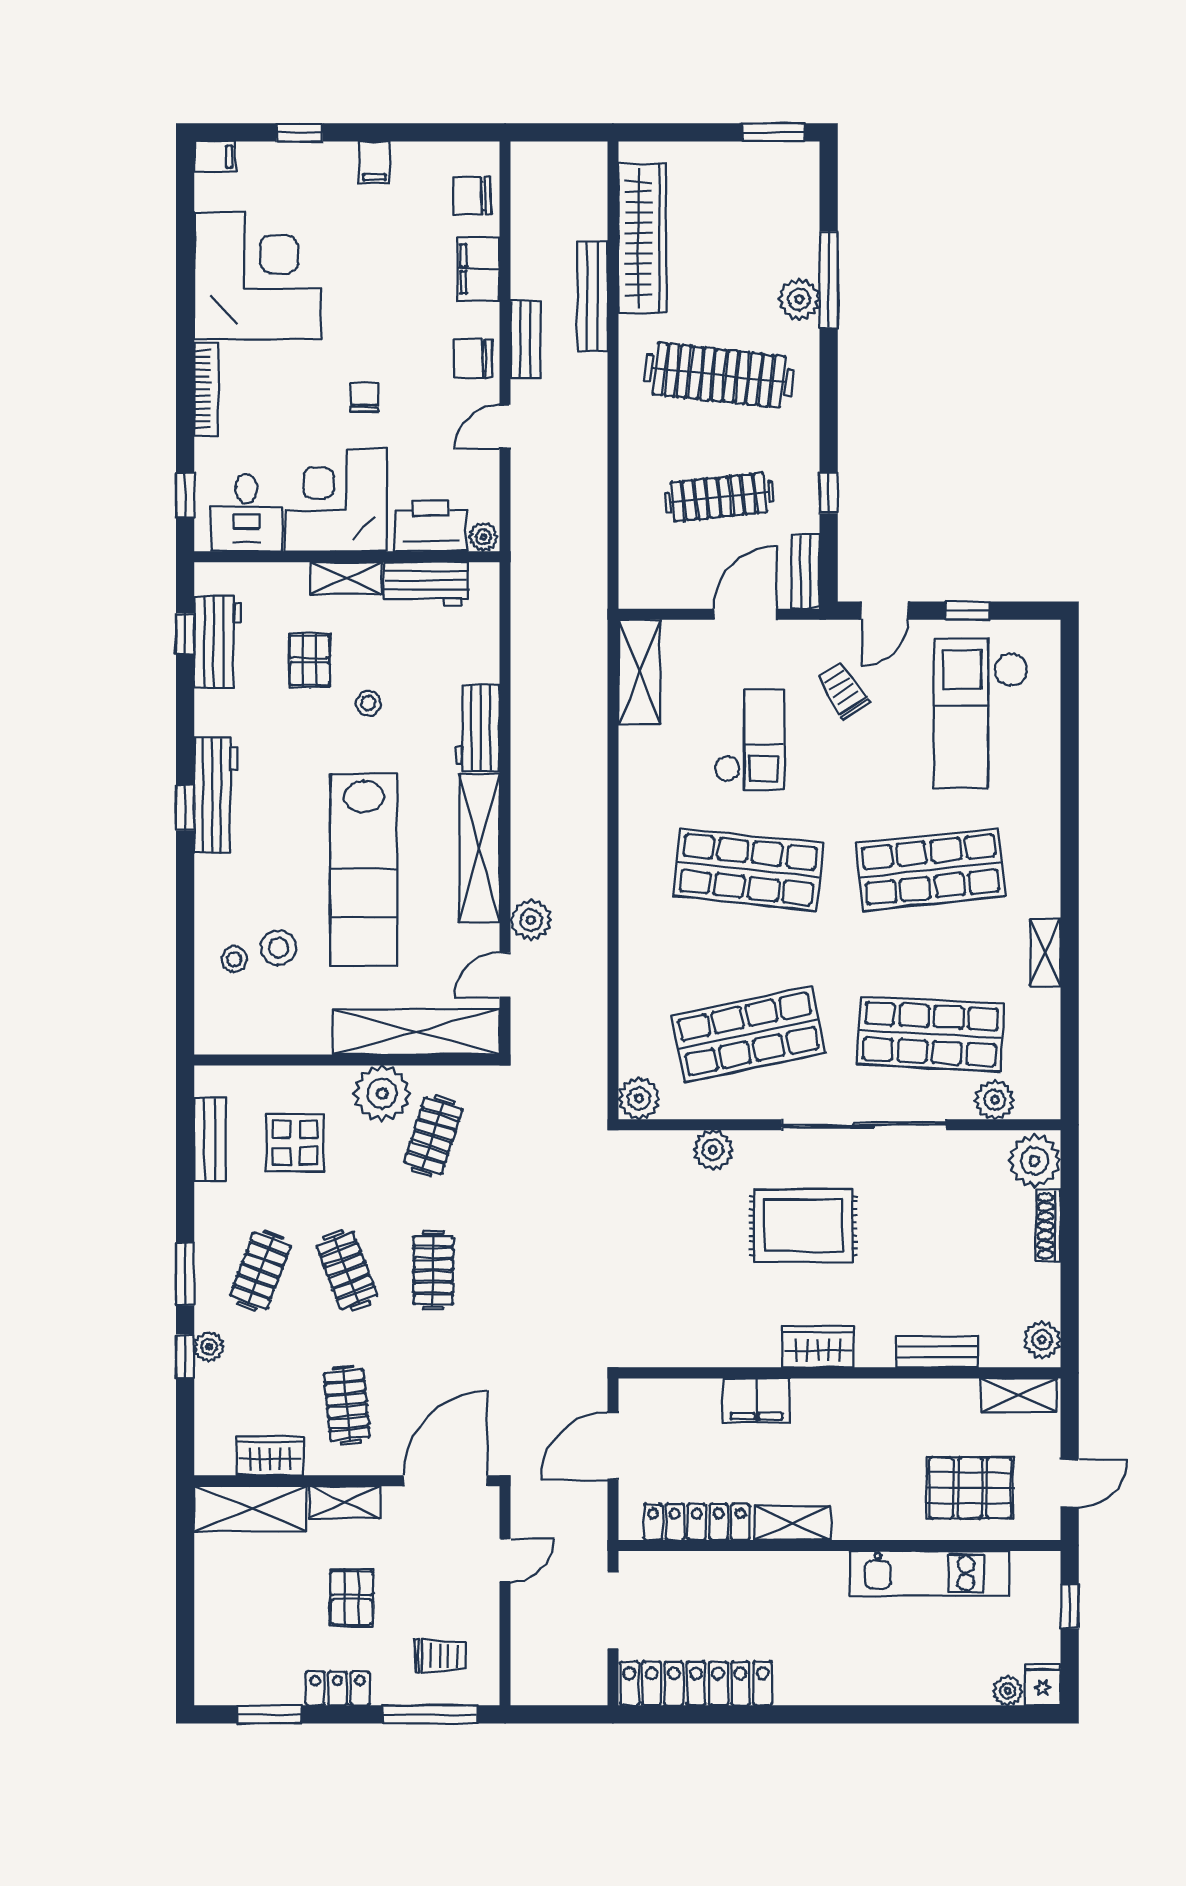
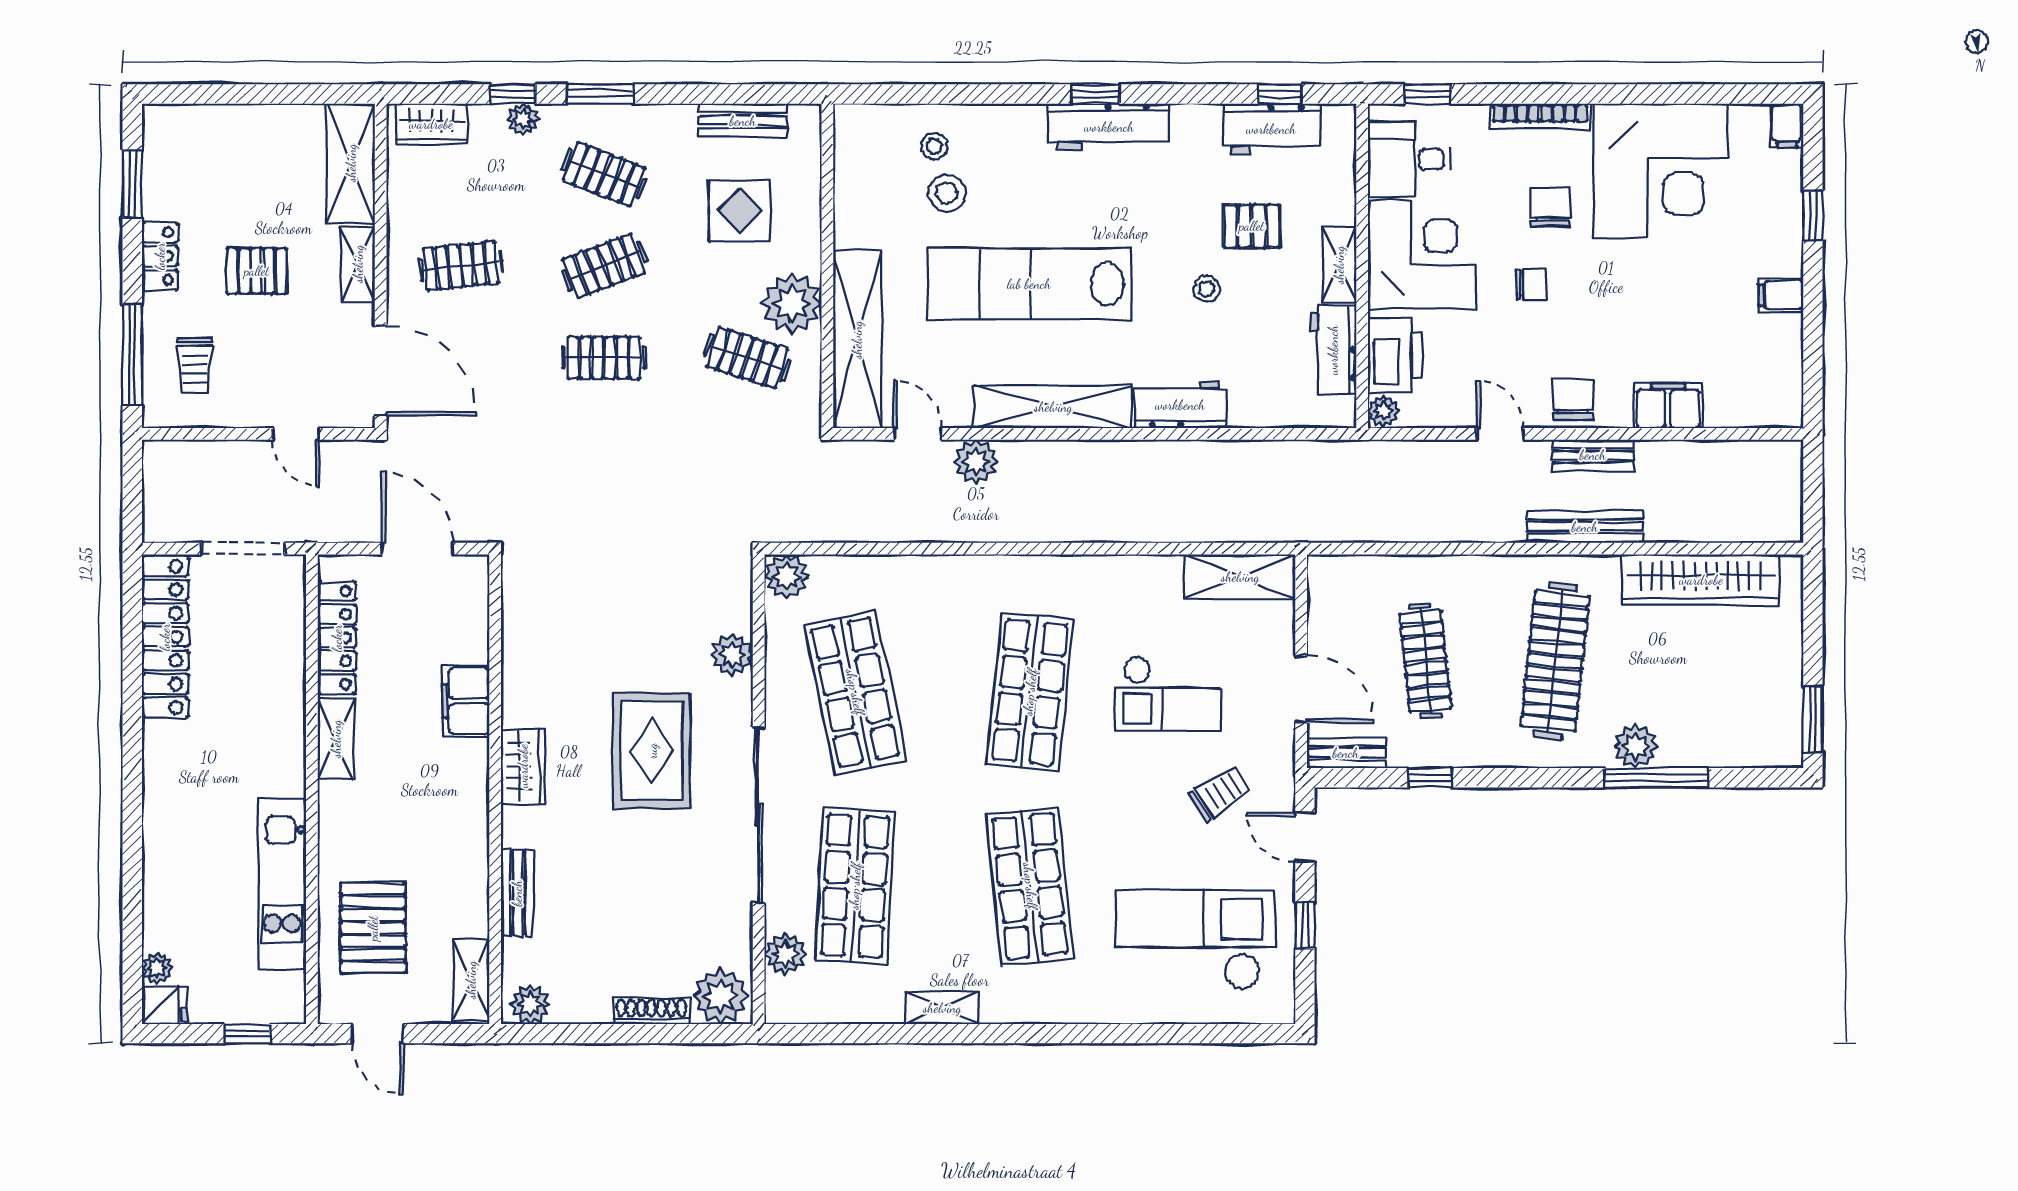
chair: (472, 196) -> (1550, 207), moved
bench: (592, 296) -> (1585, 527), moved
wardrobe: (270, 1456) -> (431, 124), moved, turned 90

